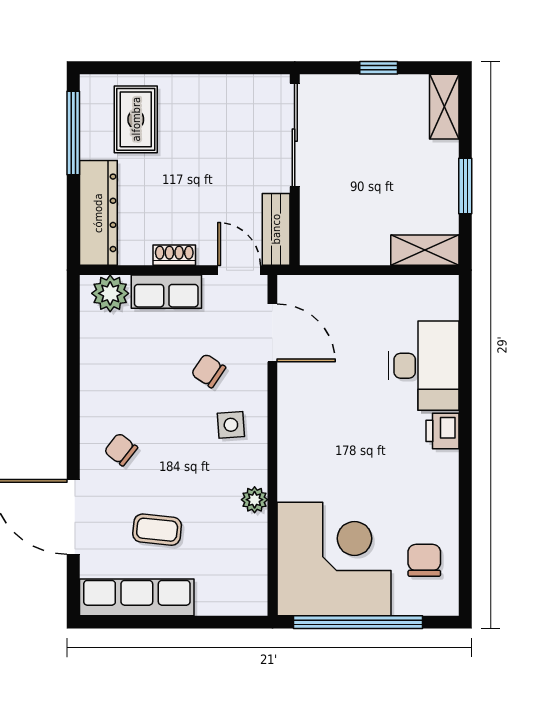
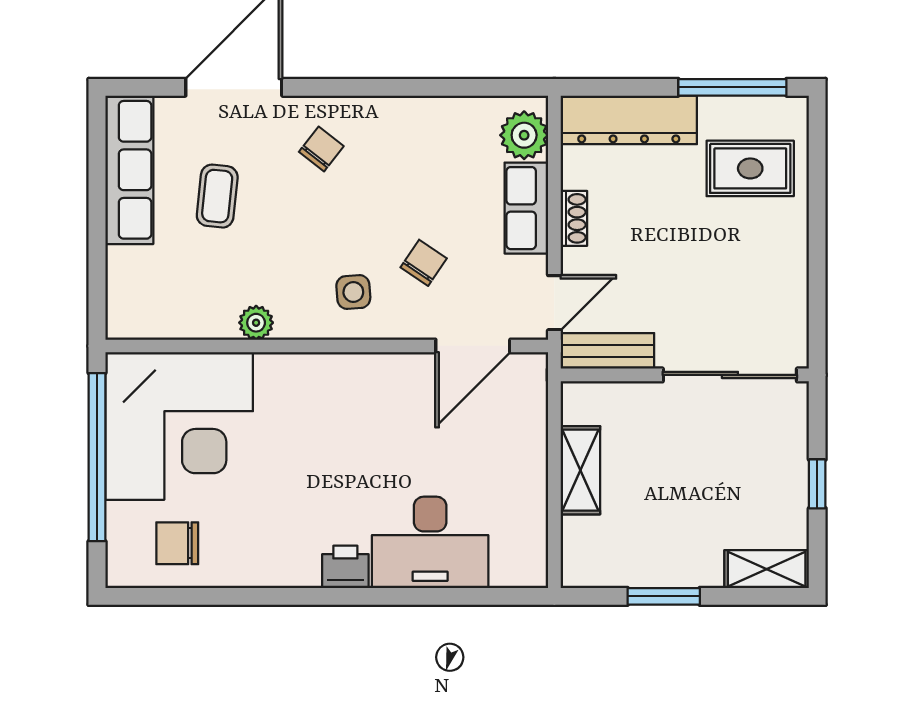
shelving: (425, 250) -> (580, 470), moved
chair: (424, 560) -> (177, 543), turned 180

